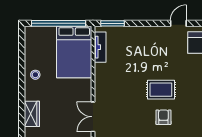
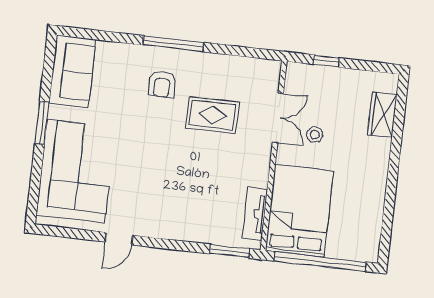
stool: (35, 75) -> (315, 135), moved
rug: (161, 90) -> (213, 115), moved
double door: (93, 117) -> (278, 118), moved

